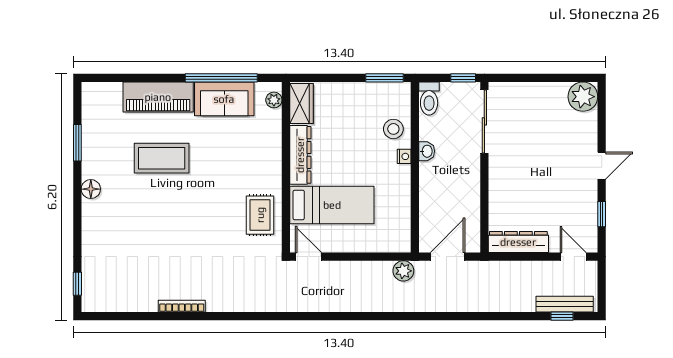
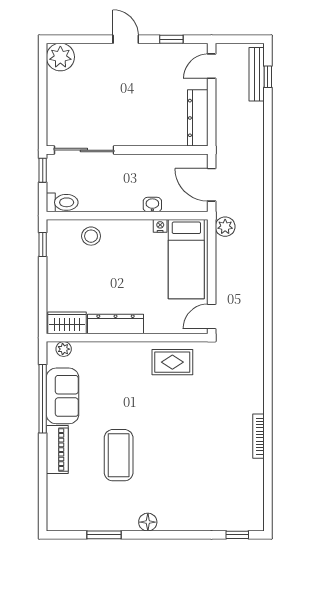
window: (384, 78) -> (43, 245), width x0.67
piano: (158, 97) -> (57, 450), width x0.73, depth x0.75
washbasin: (427, 151) -> (152, 205), moved
nightstand: (404, 156) -> (160, 226), moved
bed: (332, 205) -> (186, 259), moved, turned 180

